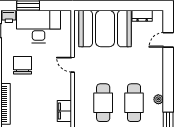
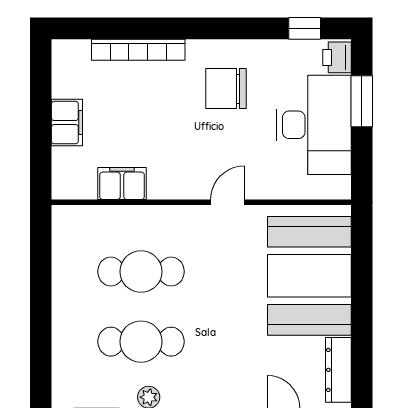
dresser: (142, 16) -> (338, 370), width x1.44
chair: (23, 65) -> (226, 89), turned 180

